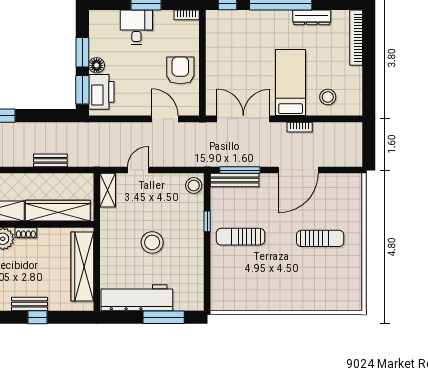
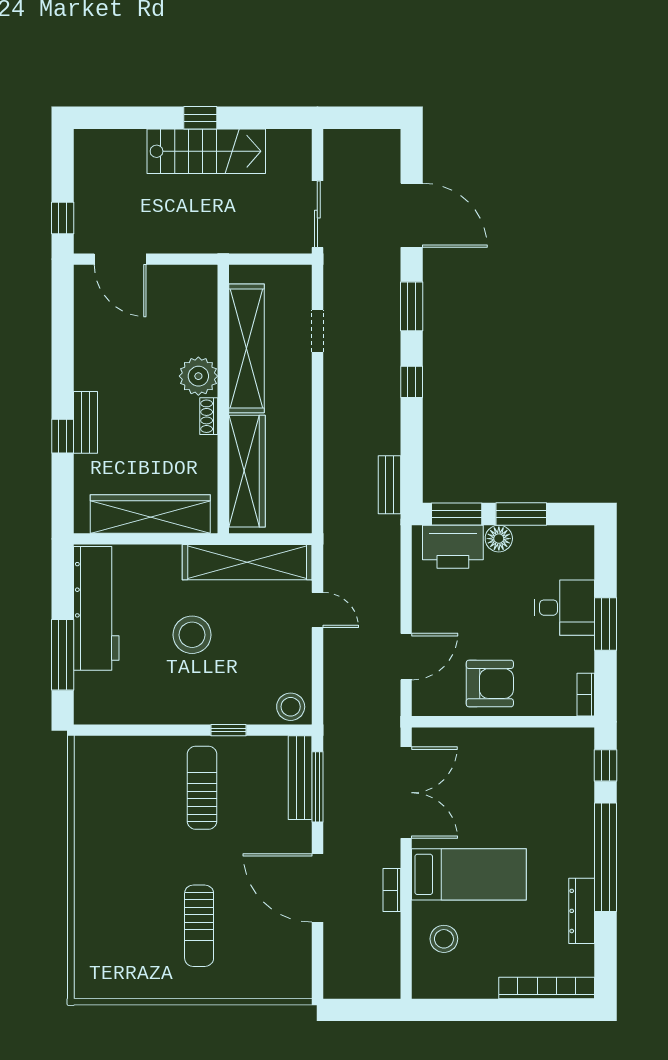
bench: (50, 160) -> (389, 485), moved
shelving: (108, 190) -> (247, 562), width x2.20, depth x1.33

